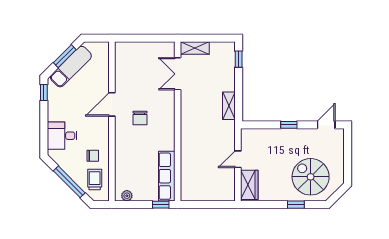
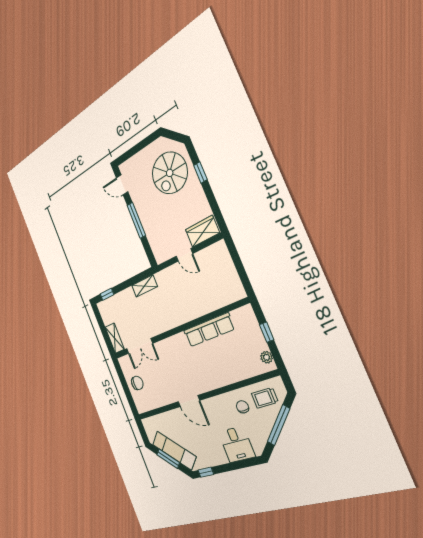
chair: (140, 118) -> (137, 383), moved
window: (289, 125) -> (136, 220), width x2.17
row of seats: (167, 176) -> (209, 330), moved
window: (161, 205) -> (267, 332), moved

